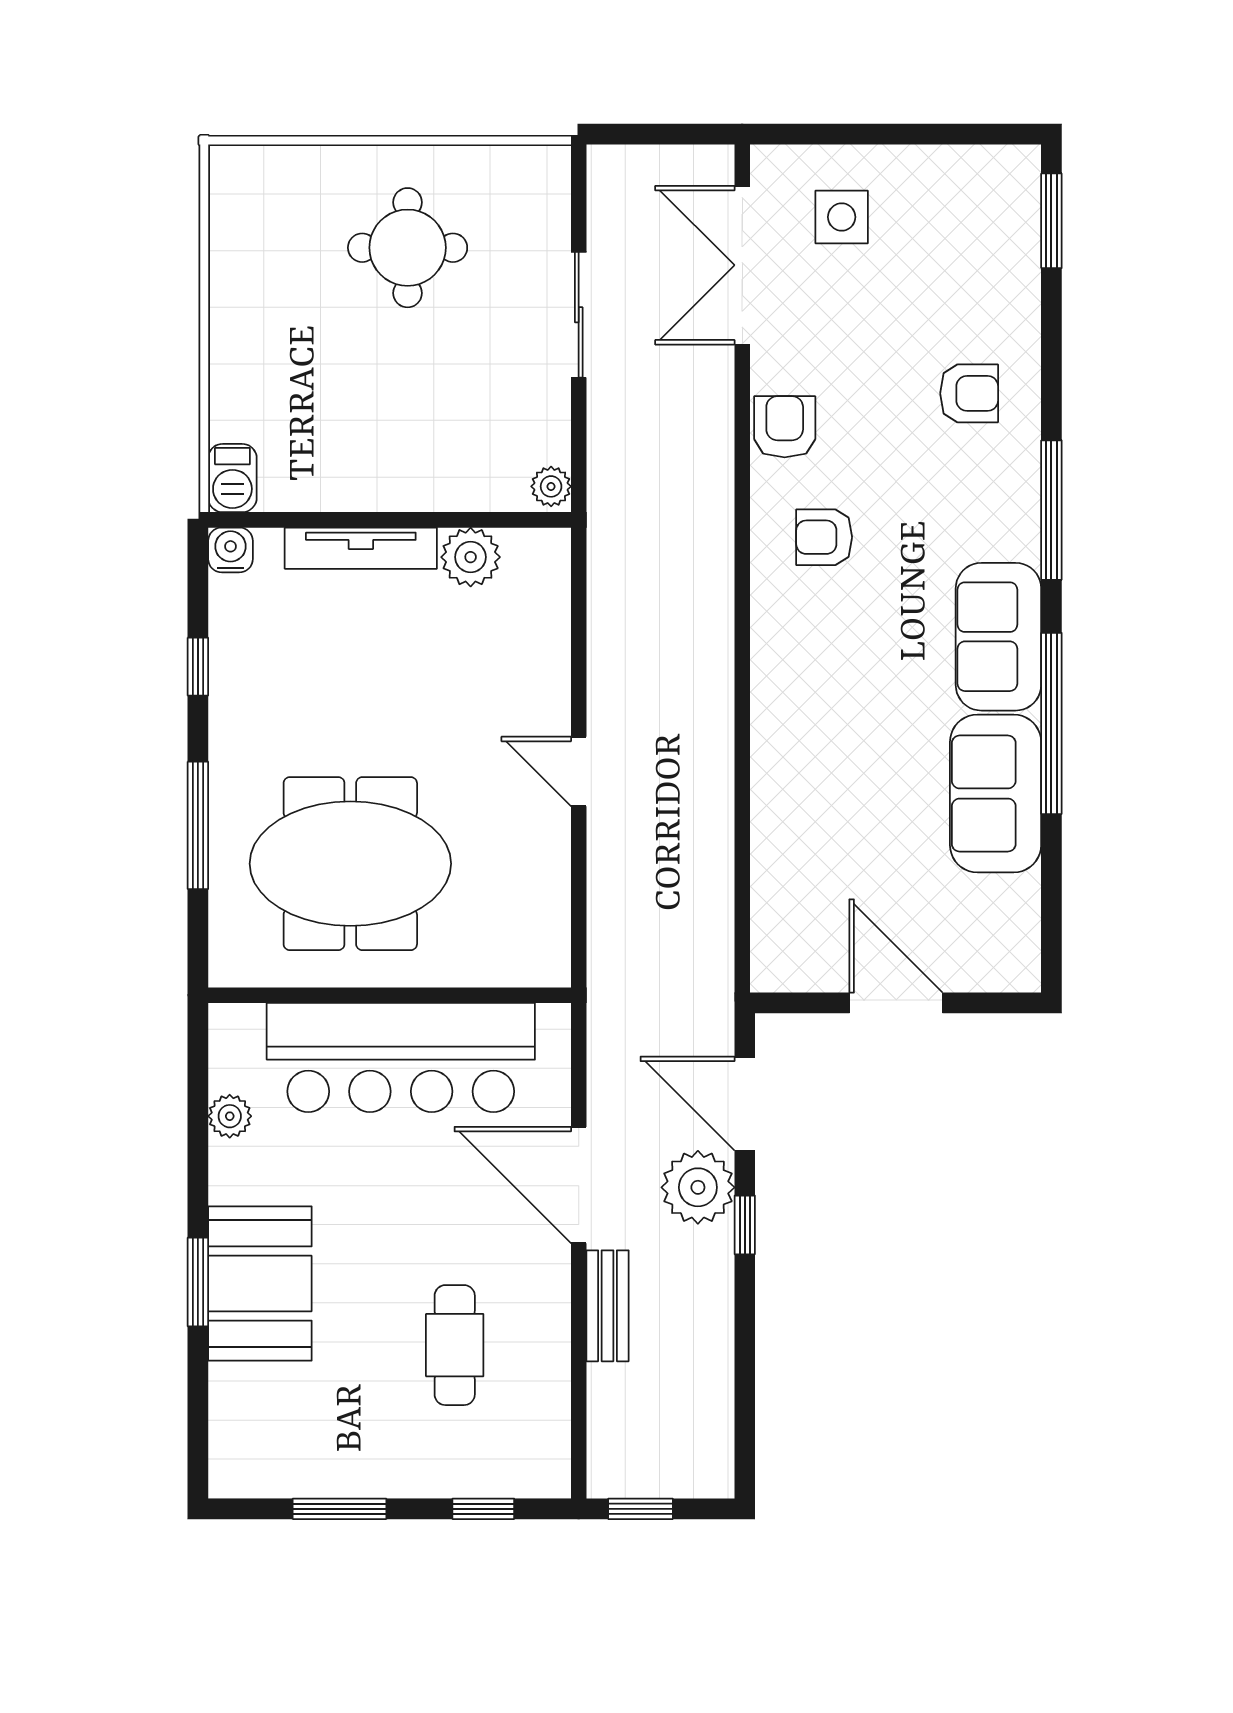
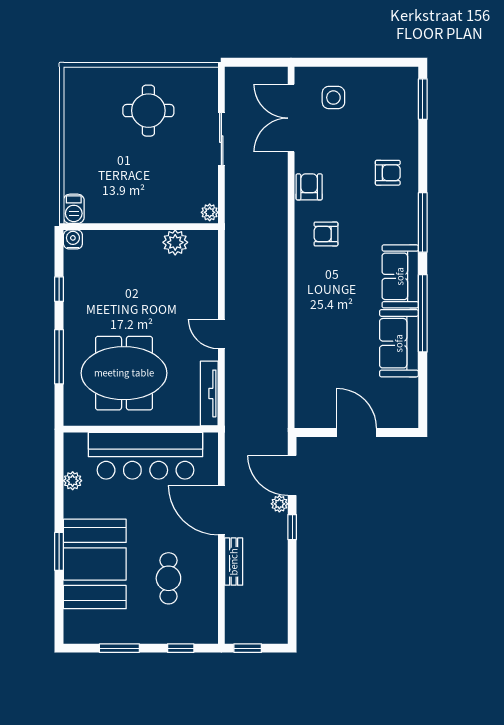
tv unit: (361, 548) -> (209, 393), moved, turned 90
plant: (698, 1187) -> (279, 504), width x0.53, depth x0.53
booth: (260, 1283) -> (95, 564), width x1.36, depth x1.42

